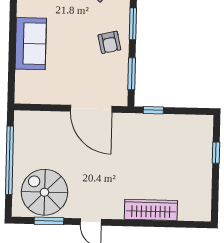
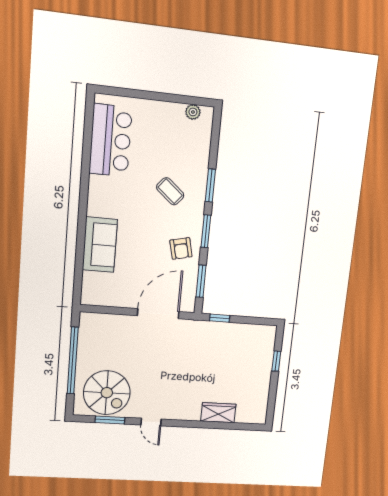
door: (91, 109) -> (158, 314), swing flipped
spiral stairs: (44, 192) -> (107, 393), turned 180
wardrobe: (151, 210) -> (218, 413), width x0.67

